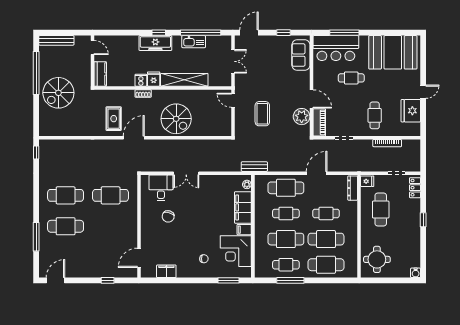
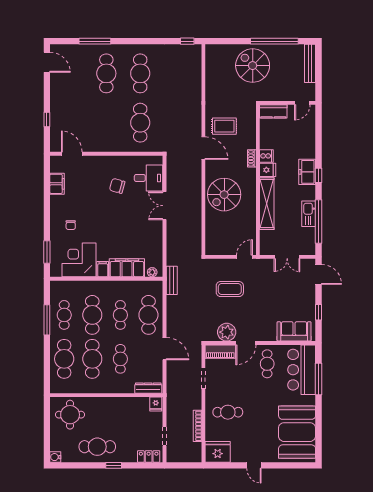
freezer: (155, 43) -> (307, 172), width x0.71
cafe table: (351, 78) -> (267, 364), moved
fridge: (411, 111) -> (218, 452), moved
cafe table: (381, 210) -> (97, 447), moved

